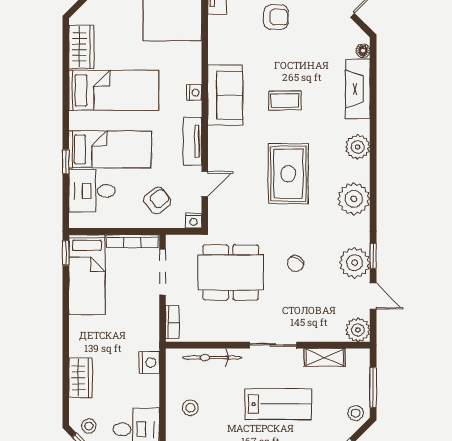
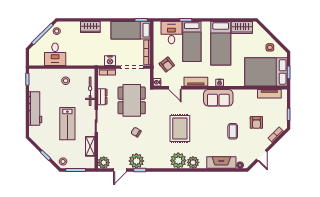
coffee table: (285, 101) -> (233, 131), moved
rug: (288, 174) -> (180, 129), turned 90
plant: (354, 199) -> (178, 161), moved
dresser: (223, 333) -> (102, 97), added
nightstand: (149, 362) -> (110, 61), moved
wardrobe: (80, 378) -> (90, 27), moved

